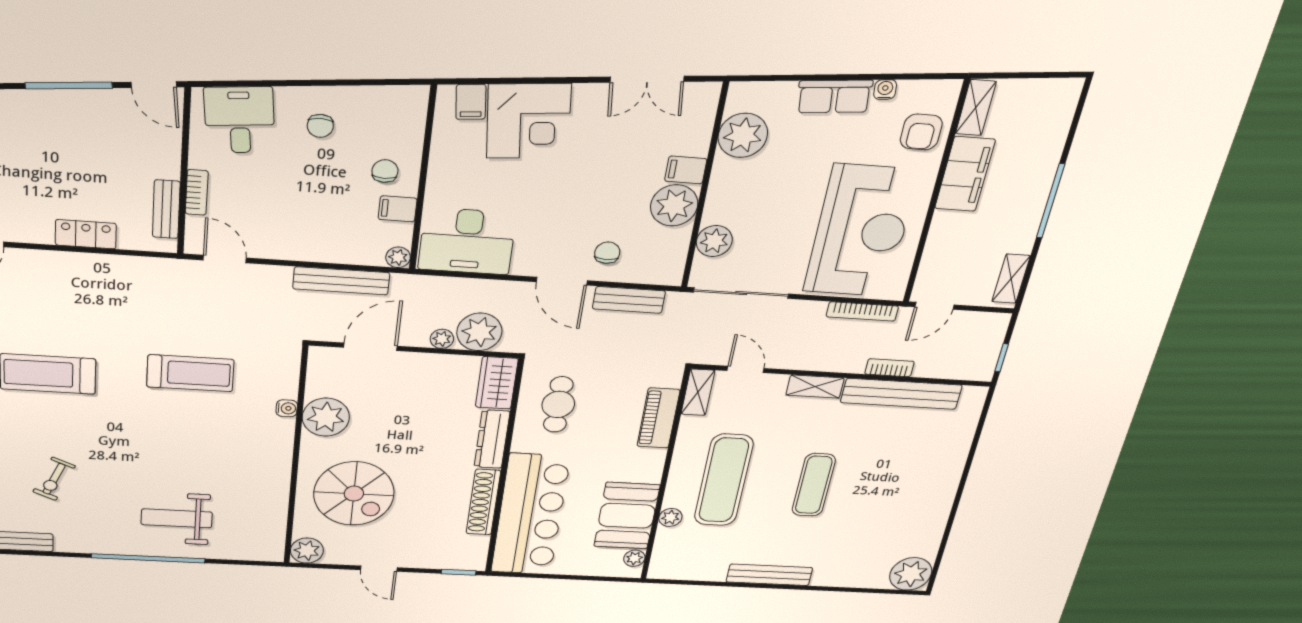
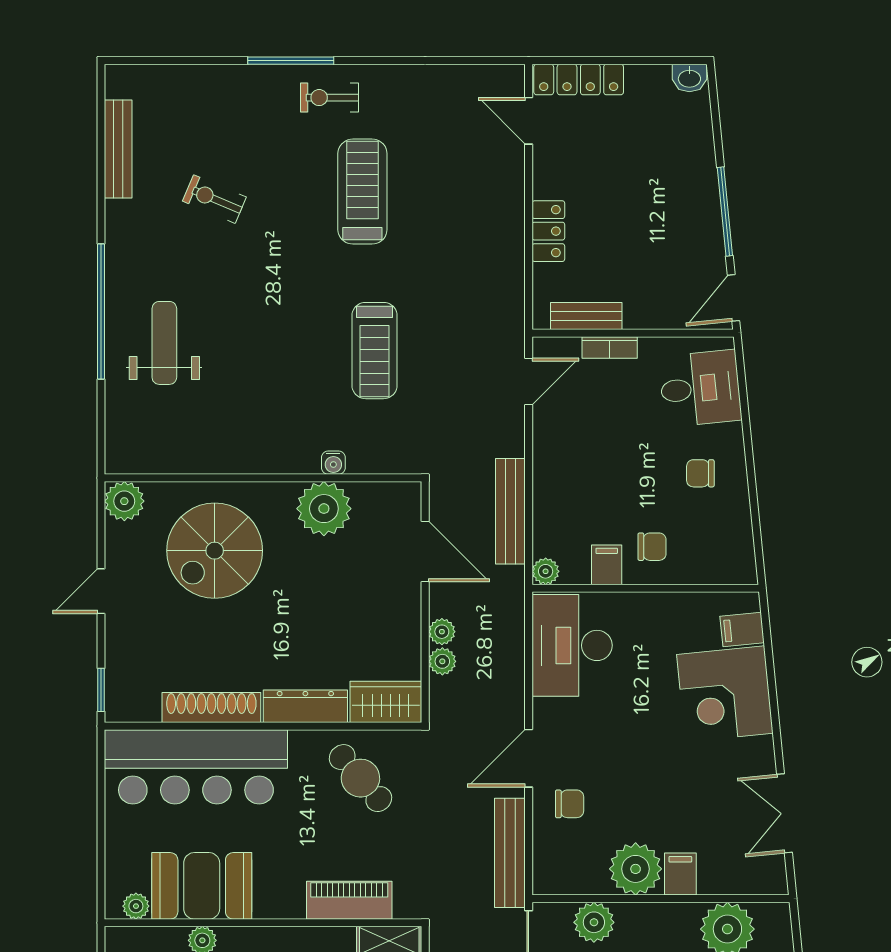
bench: (629, 300) -> (510, 853), width x1.36
plant: (479, 332) -> (442, 661), width x0.53, depth x0.53
cafe table: (558, 404) -> (360, 778), turned 49

